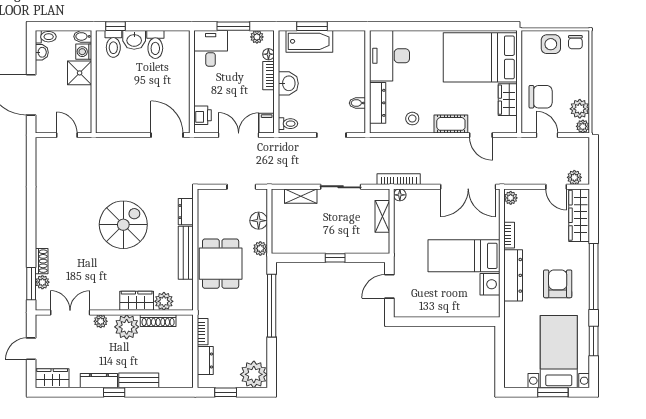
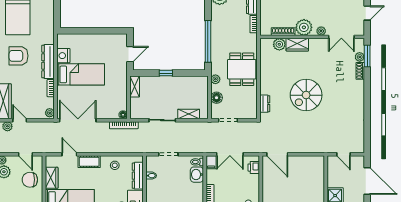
washbasin: (288, 83) -> (197, 175), moved
shelving: (382, 216) -> (135, 87), moved
bench: (186, 253) -> (265, 76), removed
armchair: (558, 284) -> (19, 56), turned 90

